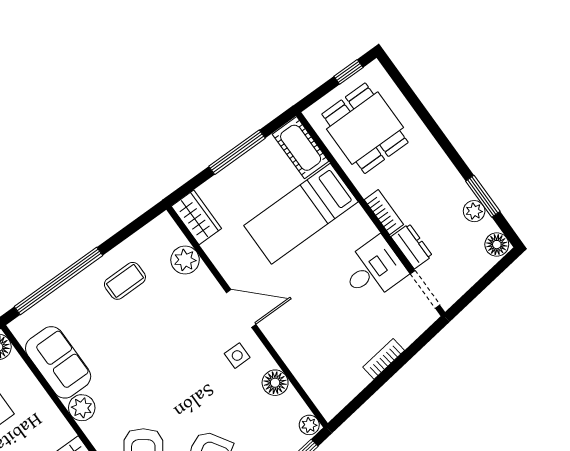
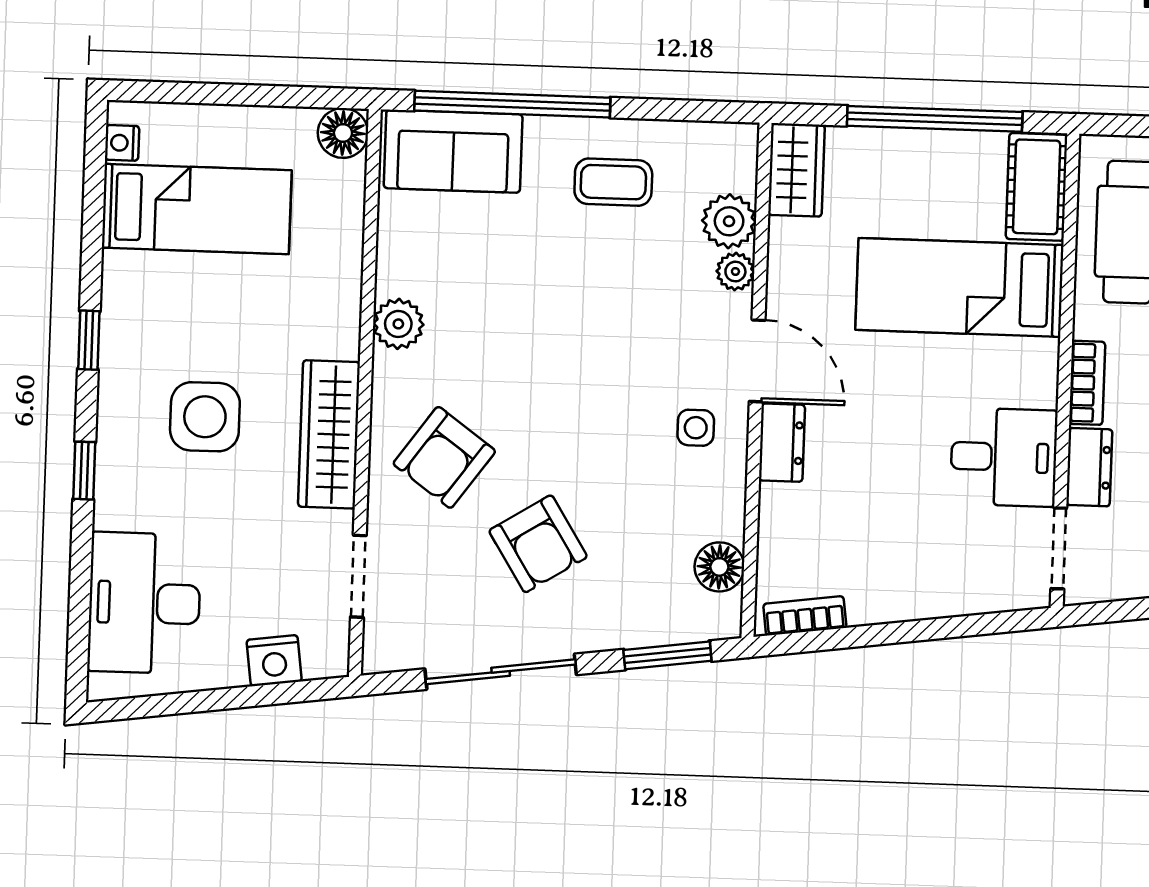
window: (237, 152) -> (935, 119), width x1.46
dresser: (277, 334) -> (782, 443), added
bookcase: (384, 359) -> (805, 616), moved
sofa: (58, 362) -> (453, 151), moved, turned 90
floor lamp: (275, 383) -> (719, 567), moved
plant: (309, 425) -> (735, 272), moved

